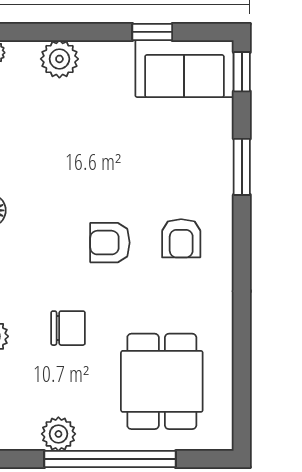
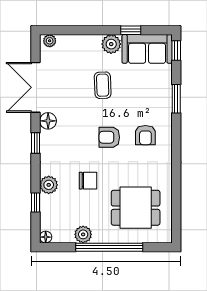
plant: (59, 59) -> (111, 44), moved
coffee table: (97, 140) -> (103, 85), added
dining table: (162, 381) -> (136, 208), turned 90

